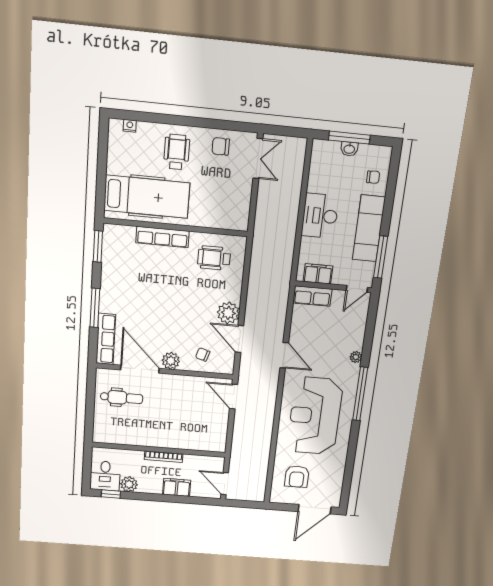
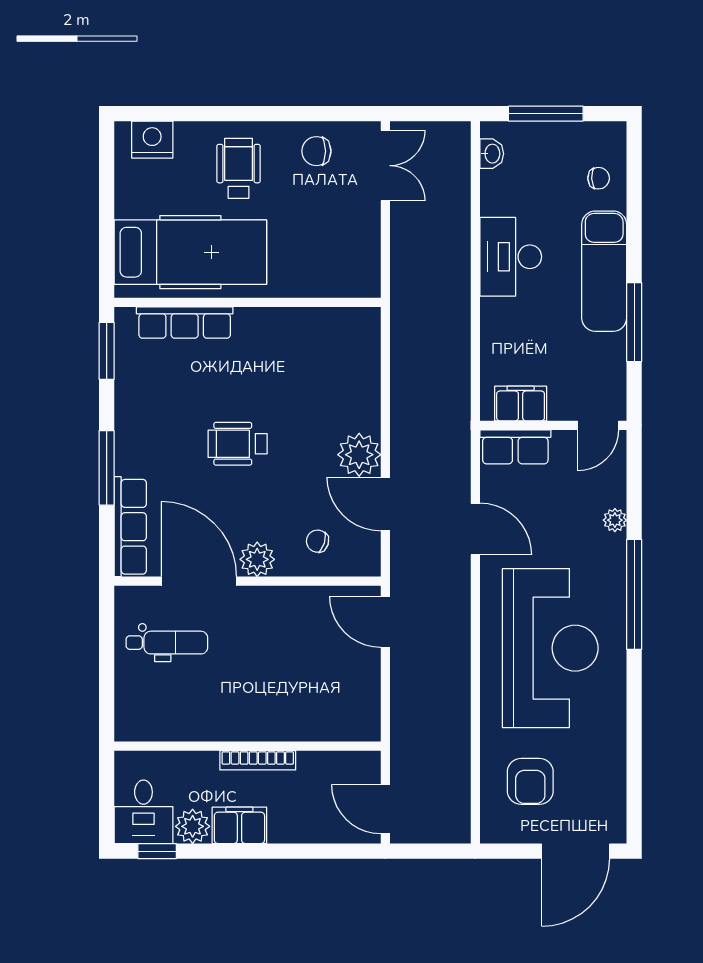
nightstand: (130, 126) -> (152, 140), width x1.89, depth x1.79
washbasin: (349, 149) -> (492, 154), moved, turned -90
row of seats: (162, 237) -> (185, 323), moved
wheelchair: (214, 258) -> (238, 444), moved
filing cabinet: (318, 274) -> (521, 403), moved
wall: (334, 287) -> (553, 425), moved
door: (357, 289) -> (598, 425), moved
row of seats: (312, 296) -> (515, 447), moved
reception desk: (315, 416) -> (550, 648), turned 180
filing cabinet: (177, 487) -> (239, 825), moved

